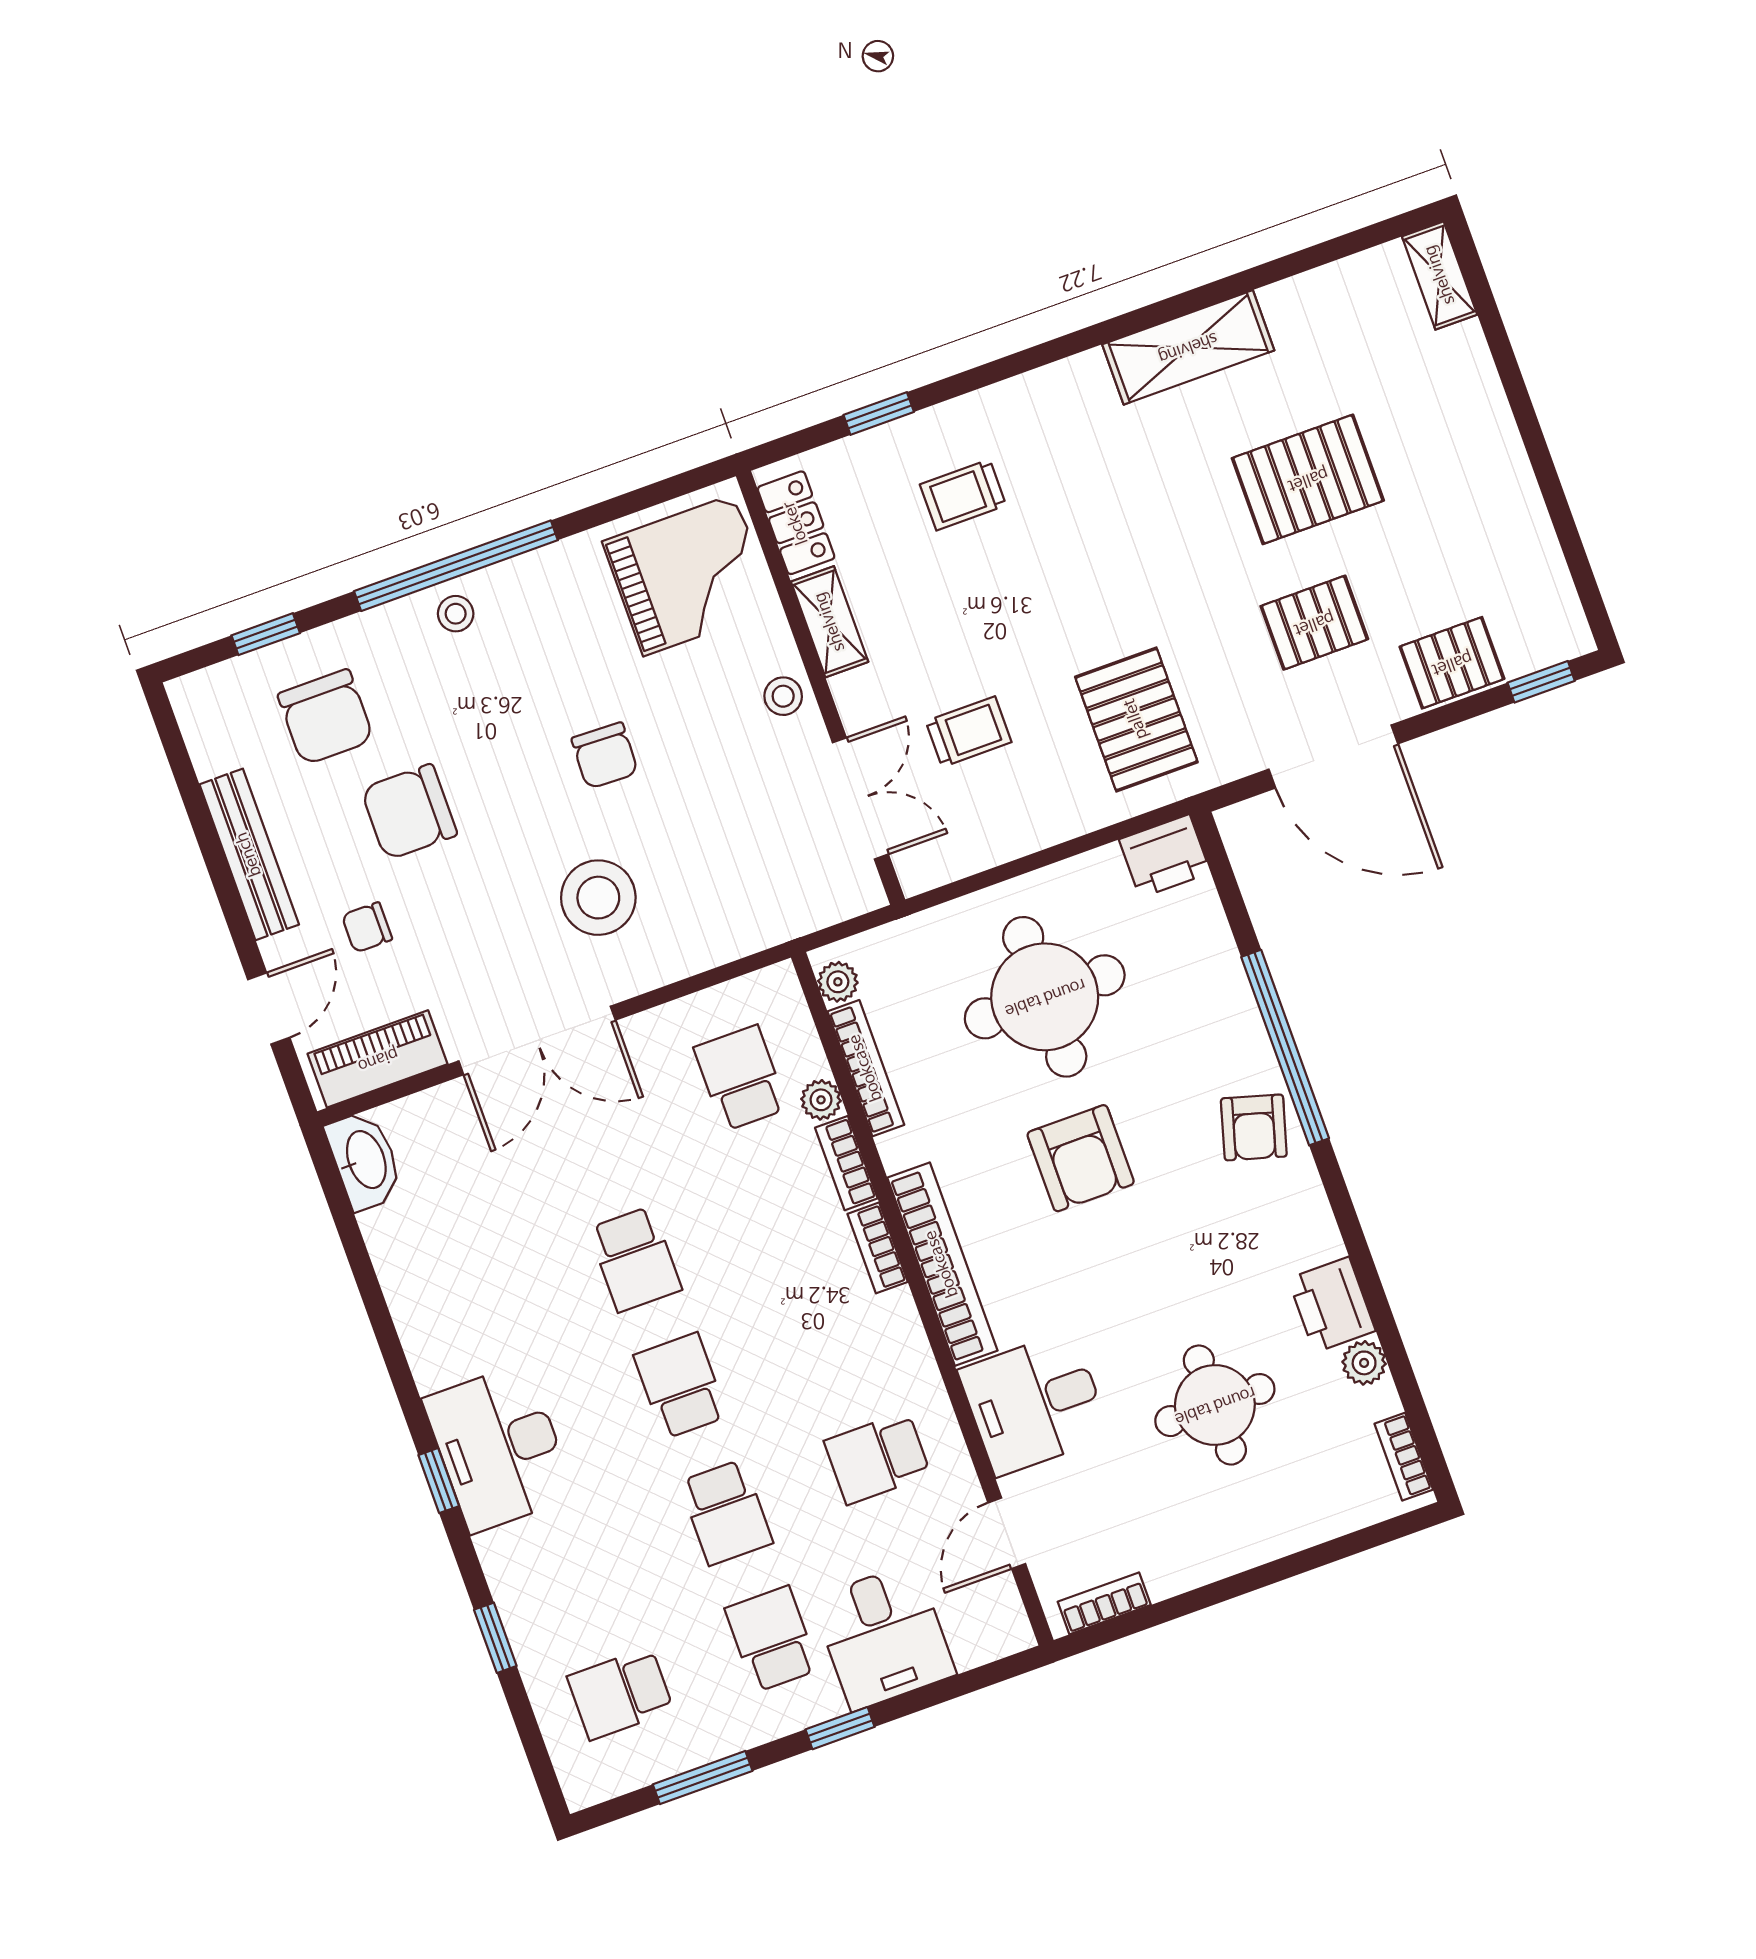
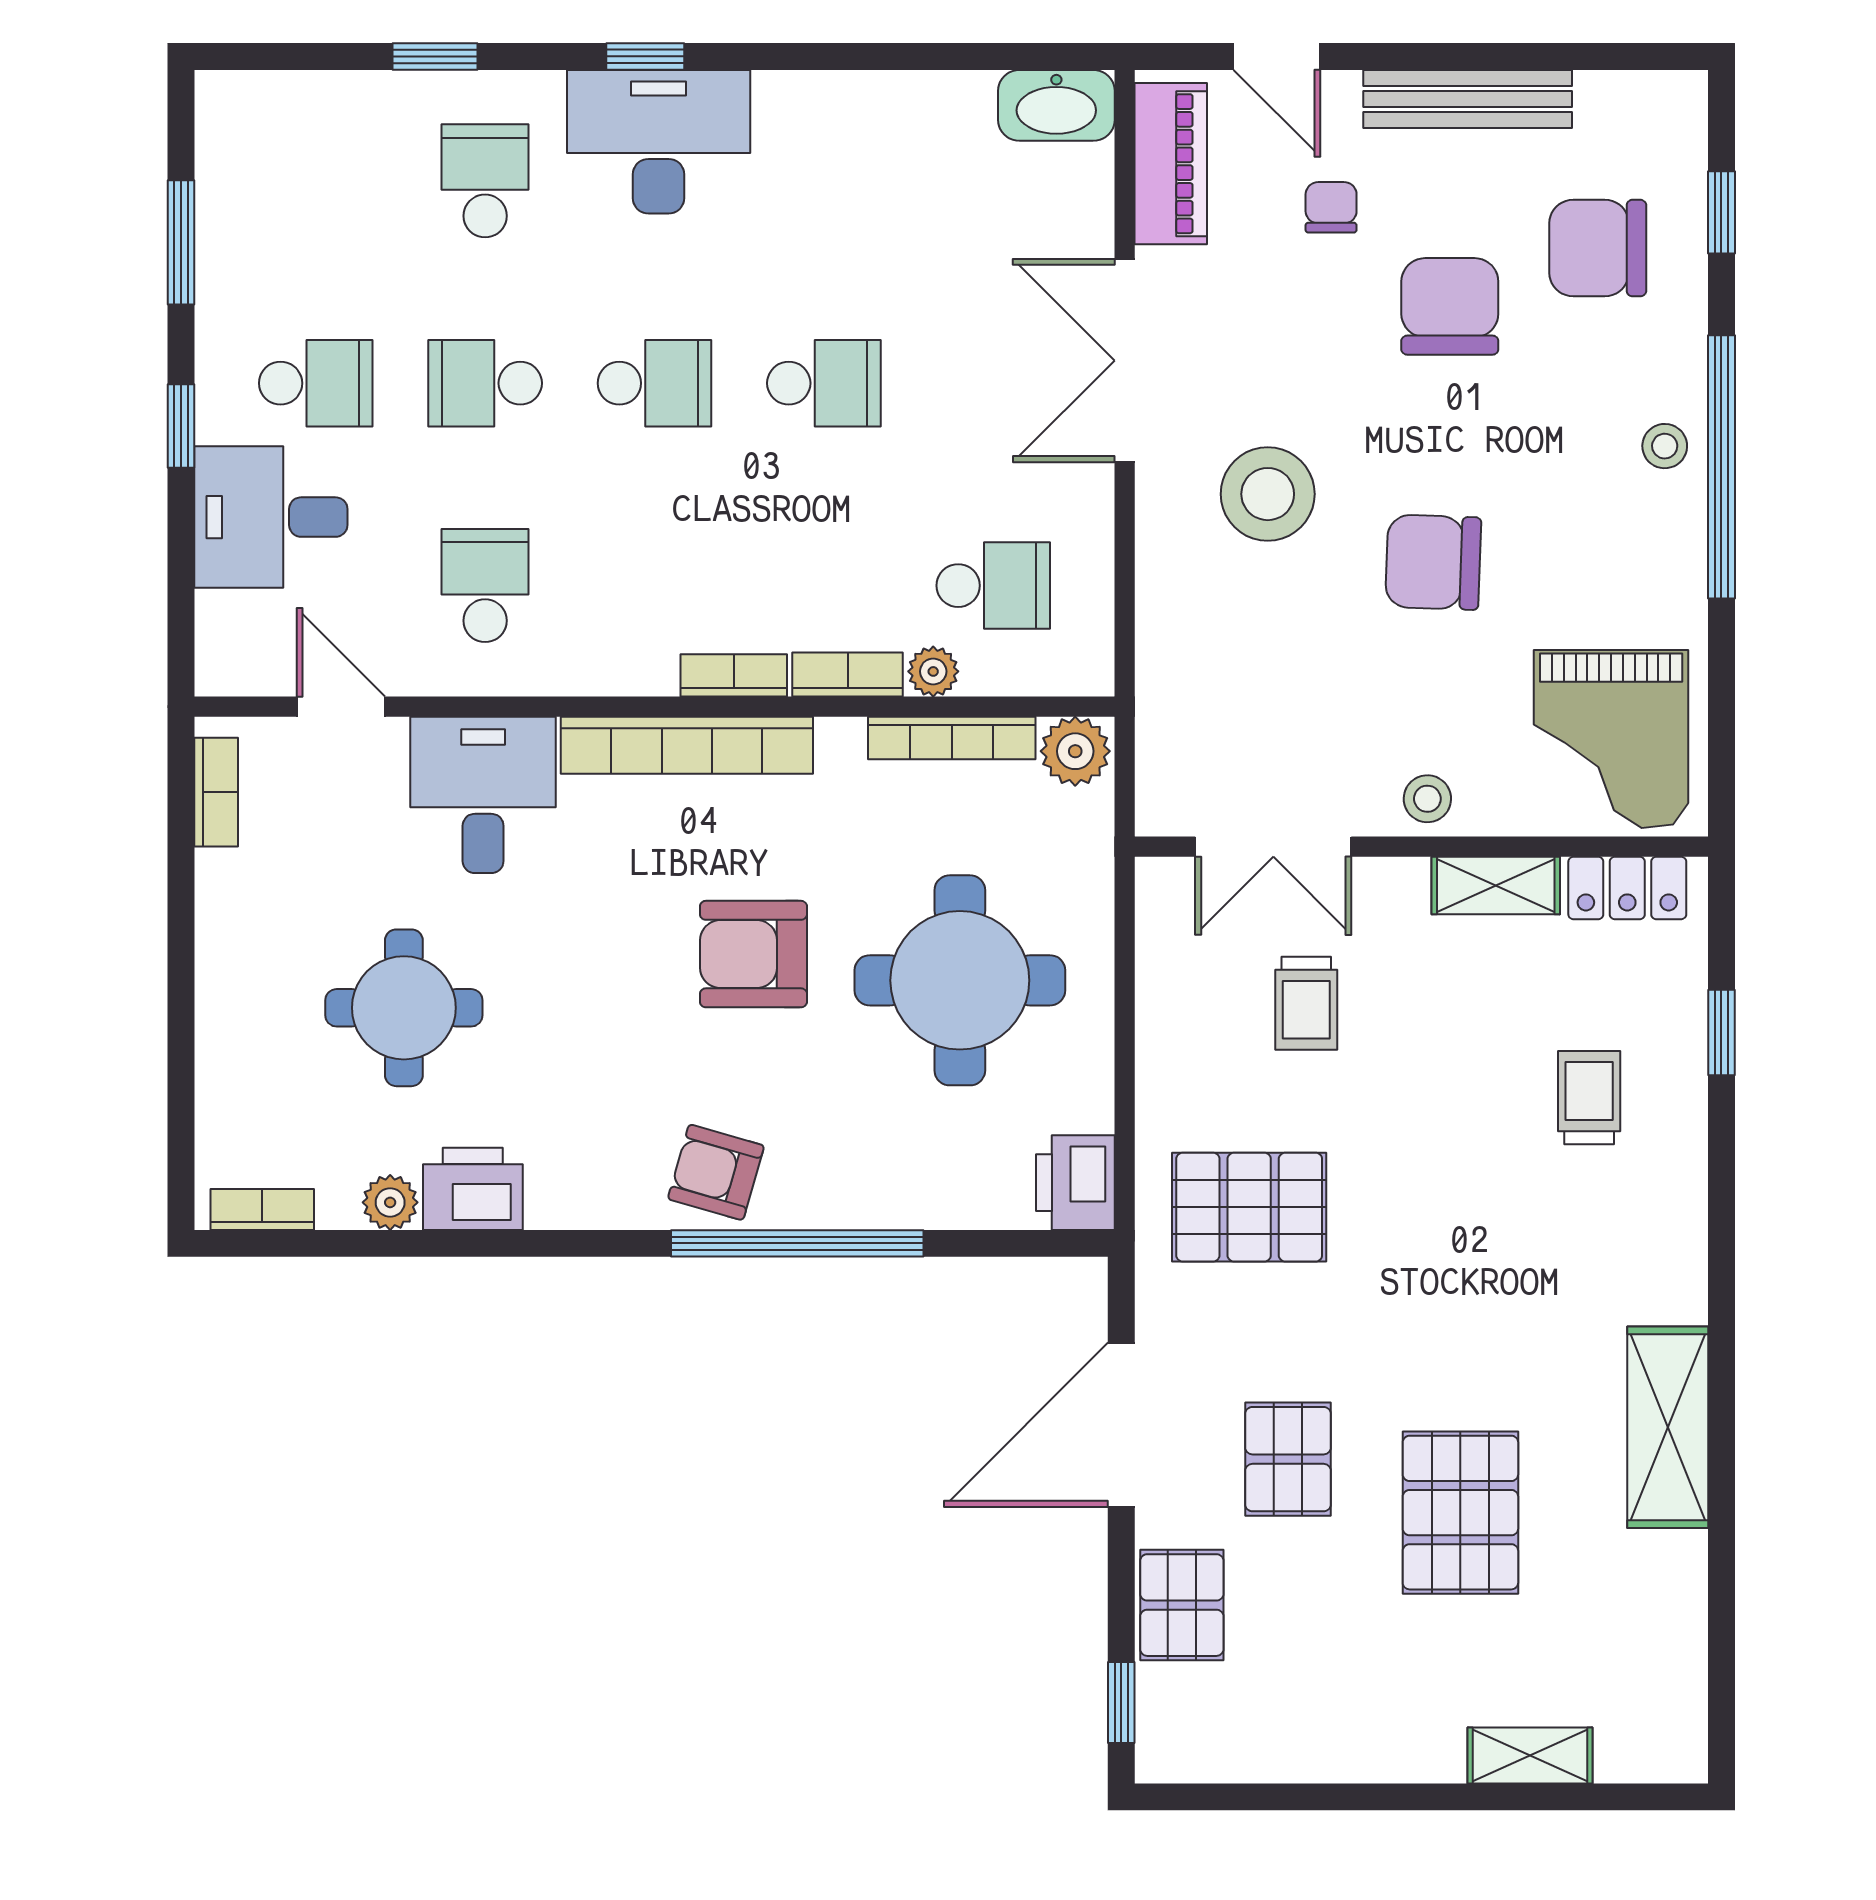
shelving: (1440, 275) -> (1530, 1755), moved
chair: (605, 756) -> (1433, 562), width x1.37, depth x1.37
plant: (838, 982) -> (1075, 751), width x1.38, depth x1.38
school desk: (635, 1259) -> (824, 383), turned 180
school desk: (620, 1693) -> (485, 181), moved

